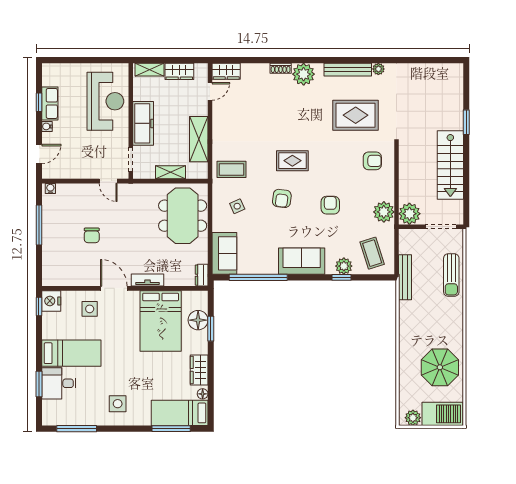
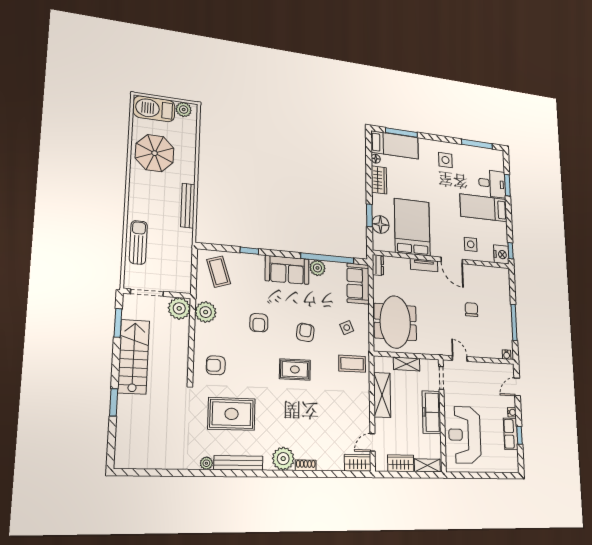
window: (466, 196) -> (118, 323), added
plant: (344, 266) -> (317, 268), moved
bench: (405, 277) -> (188, 206), moved

